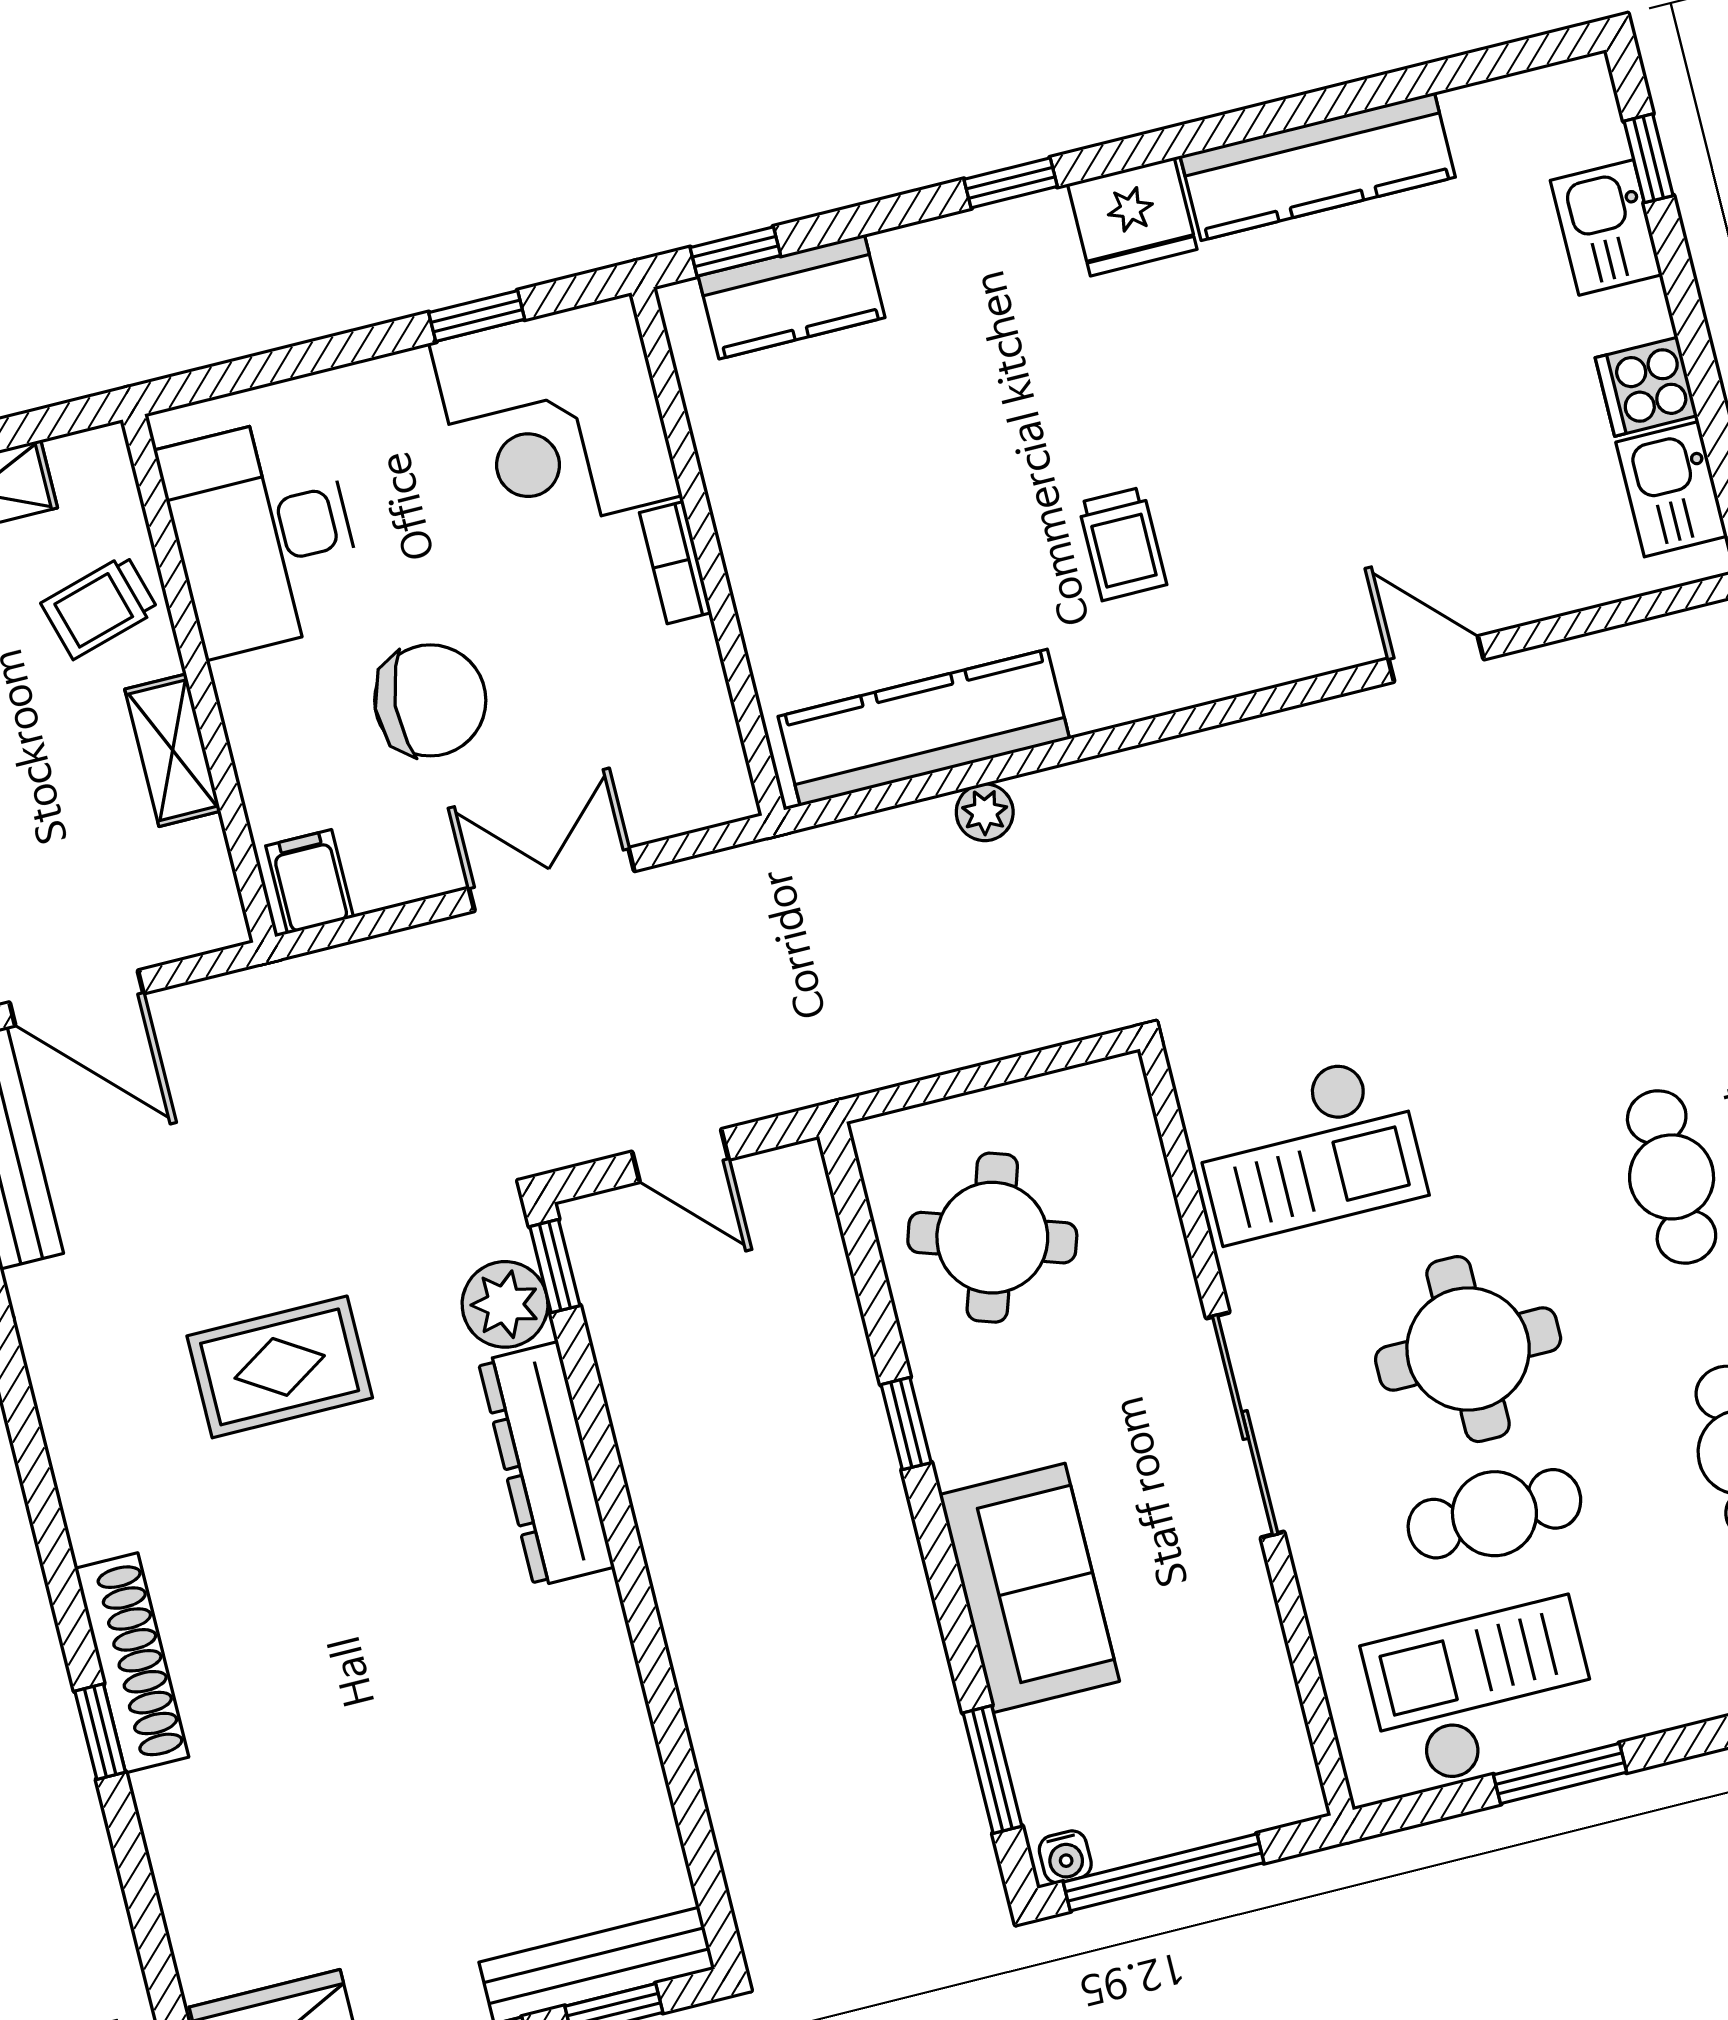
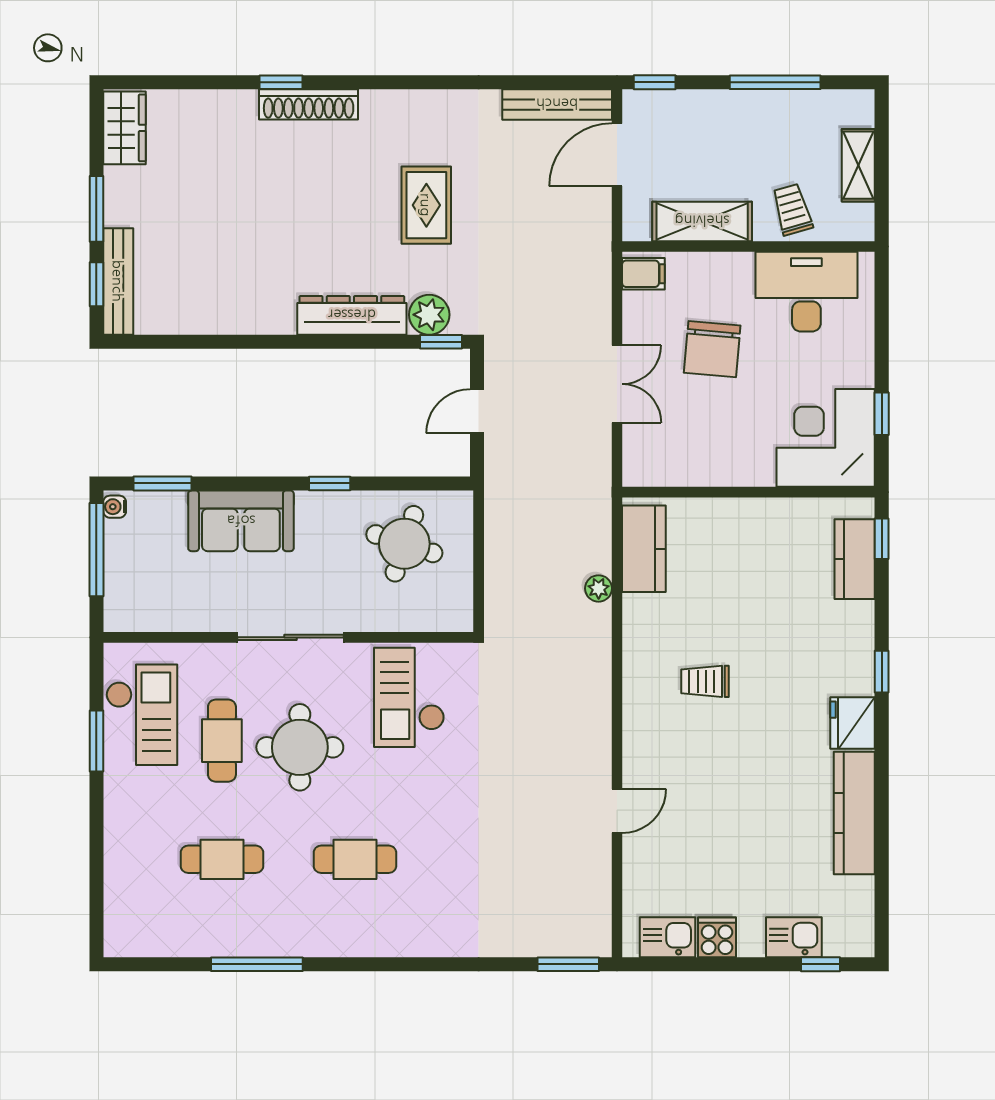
bookcase: (675, 563) -> (747, 476), removed
kitchen counter: (924, 728) -> (644, 549), width x0.67
shelving: (173, 750) -> (702, 221), width x1.50, depth x1.33

